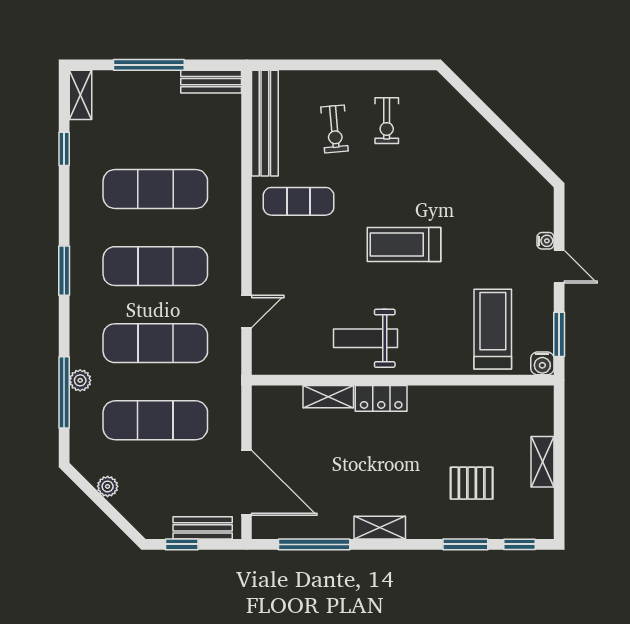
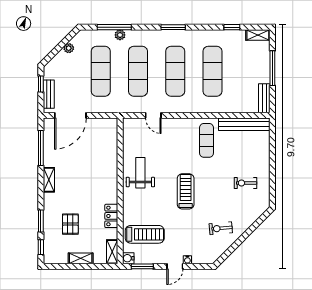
exercise bike: (335, 129) -> (221, 228), moved
shelving: (328, 397) -> (112, 252), moved
locker: (381, 398) -> (111, 216), moved

